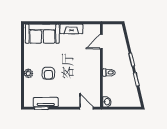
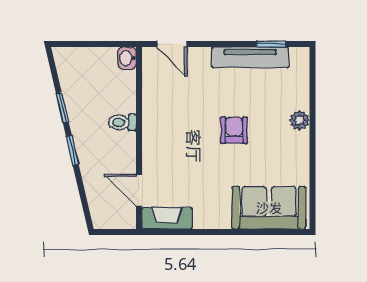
fireplace: (71, 29) -> (167, 218), moved
door: (101, 42) -> (139, 190), swing flipped
armchair: (48, 73) -> (234, 130), moved
tv unit: (46, 102) -> (250, 57), width x1.41

